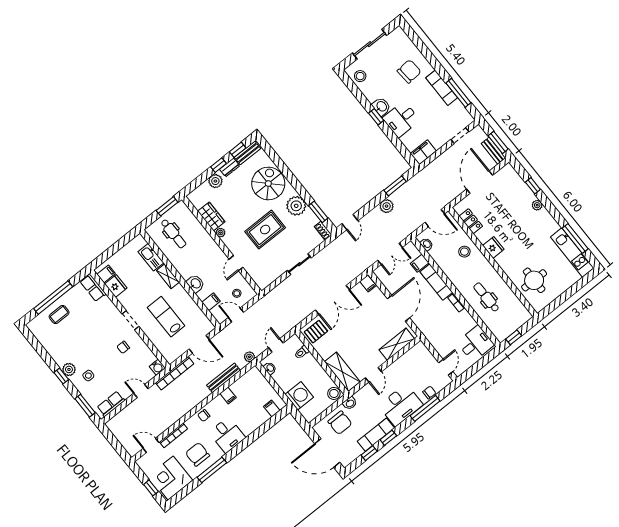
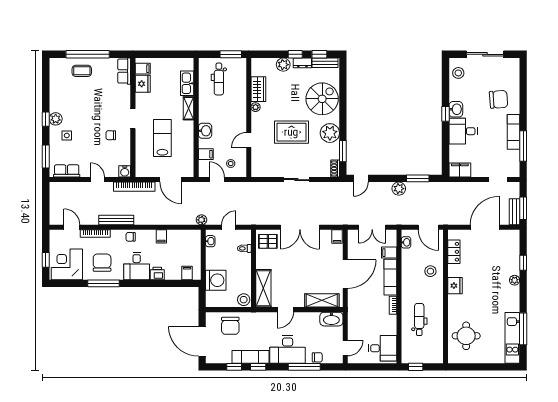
bench: (223, 378) -> (116, 220), moved
washbasin: (350, 403) -> (331, 319), moved, width x1.91, depth x1.45
printer: (248, 428) -> (157, 273), added

